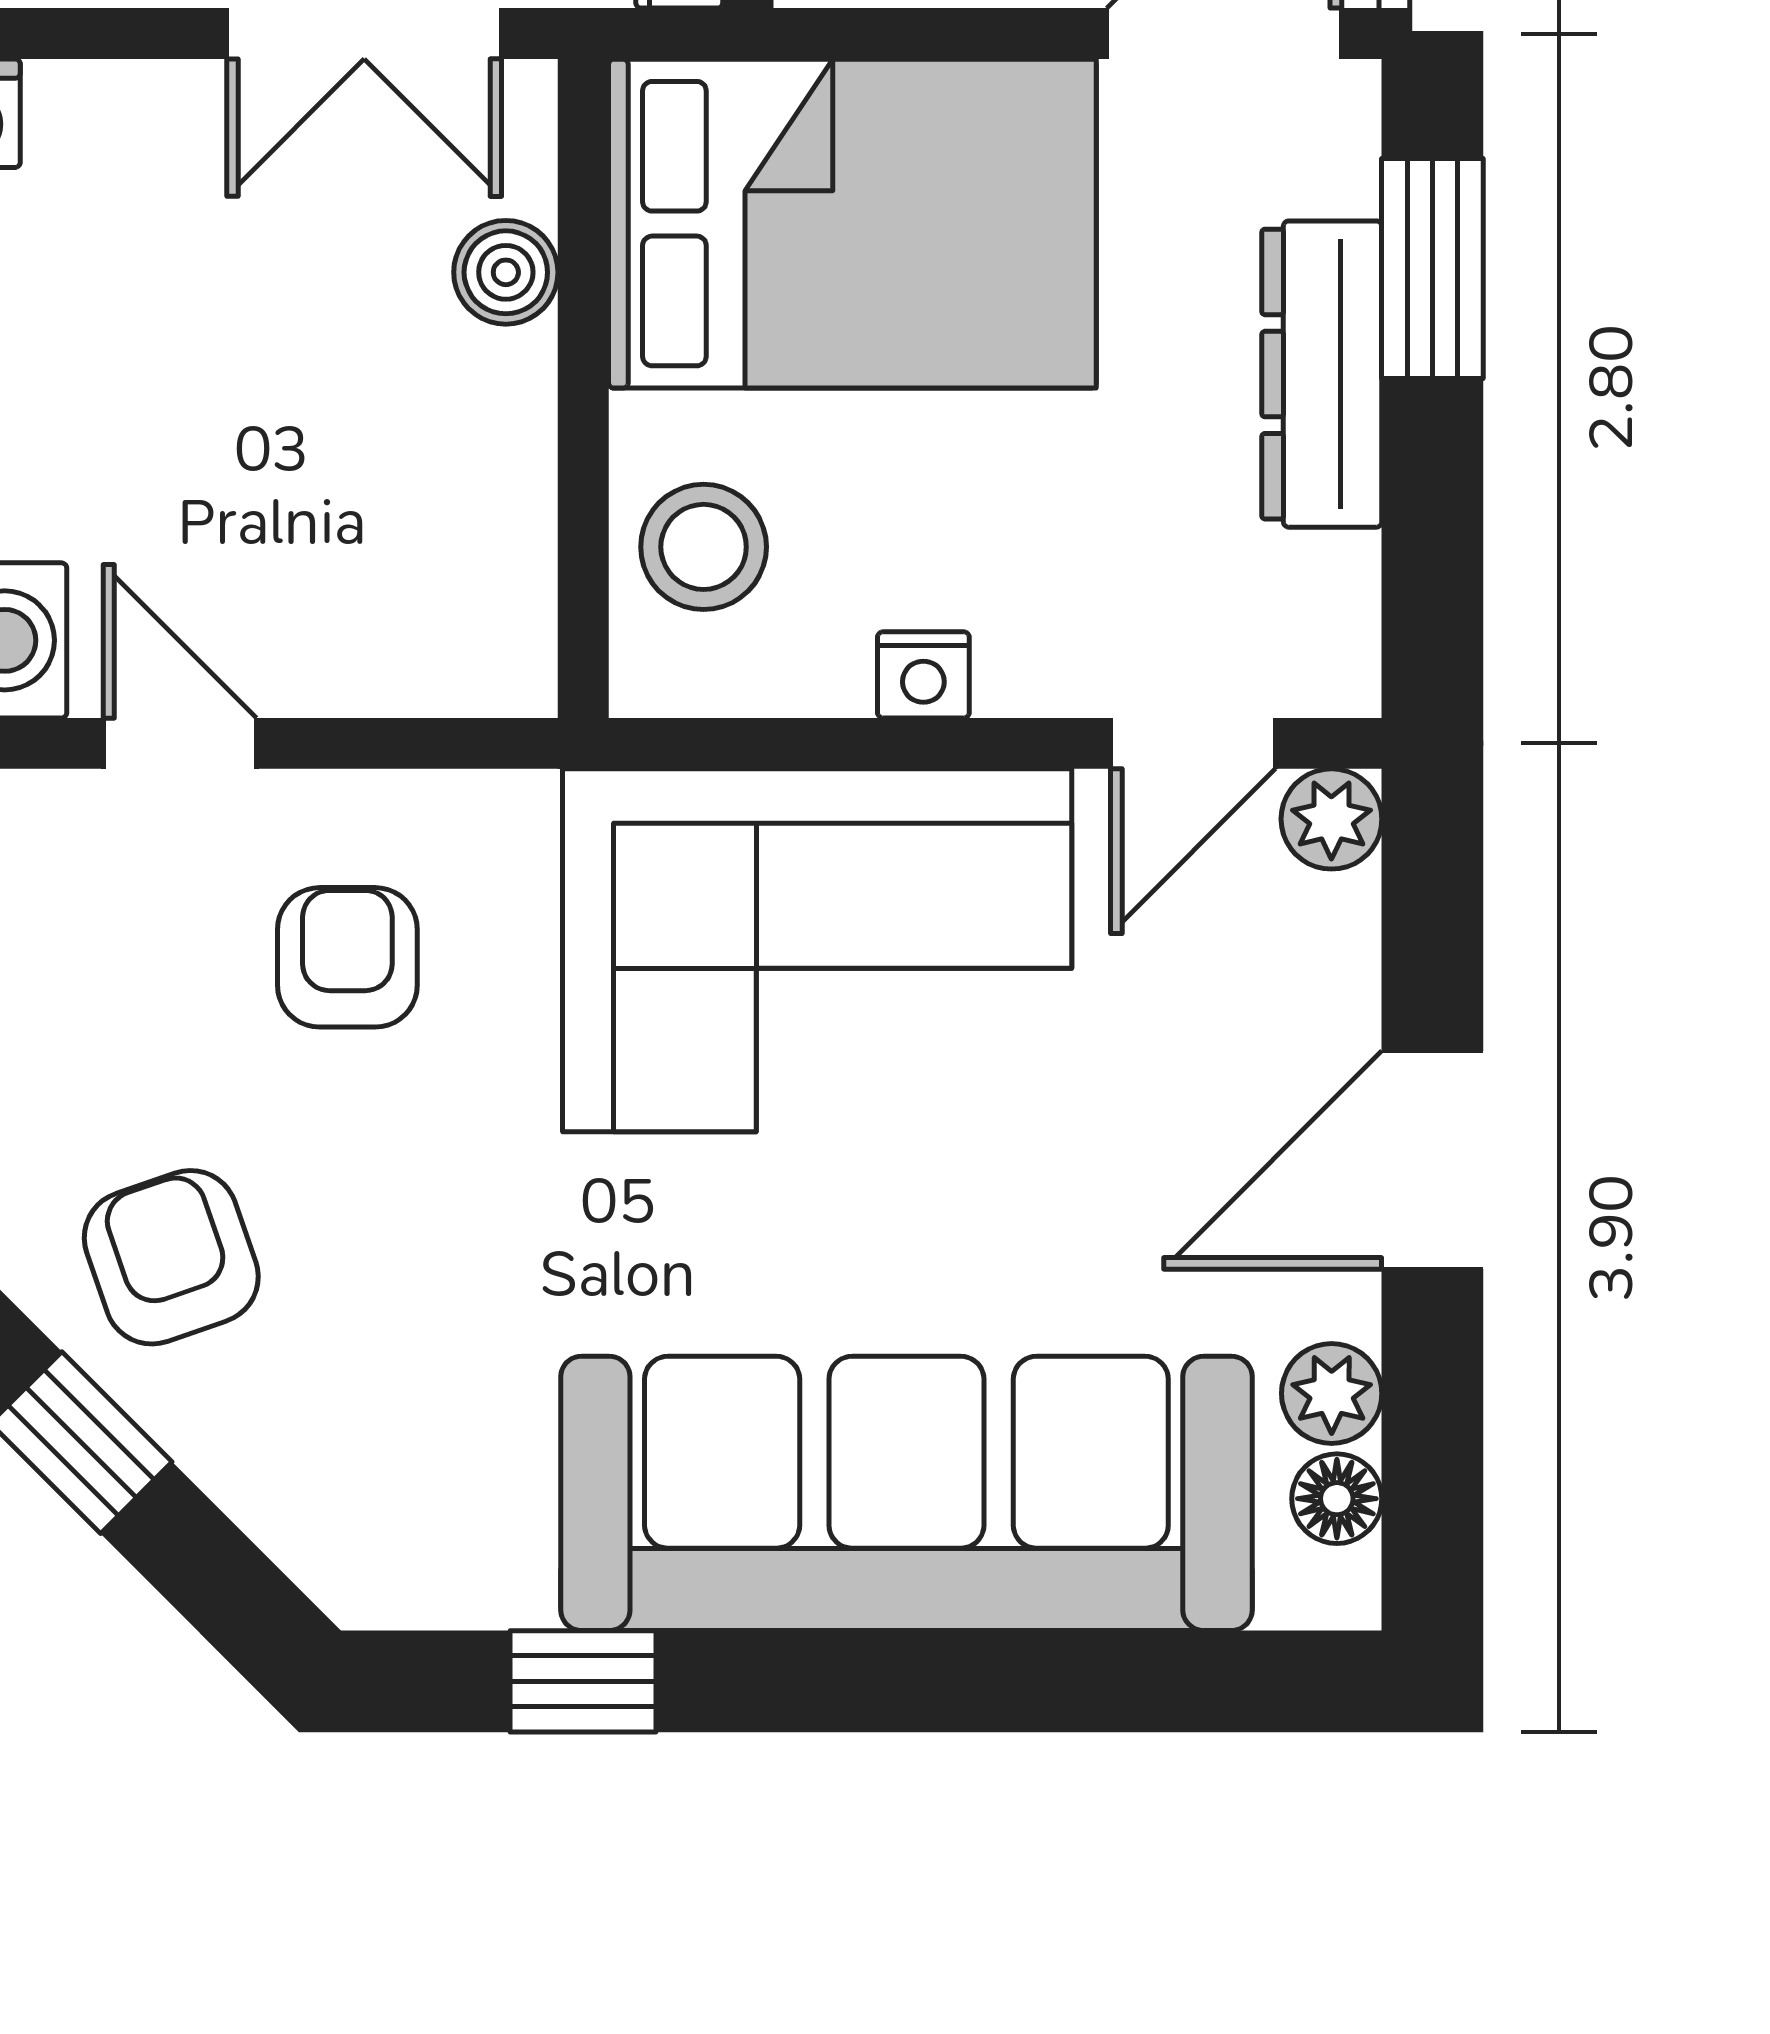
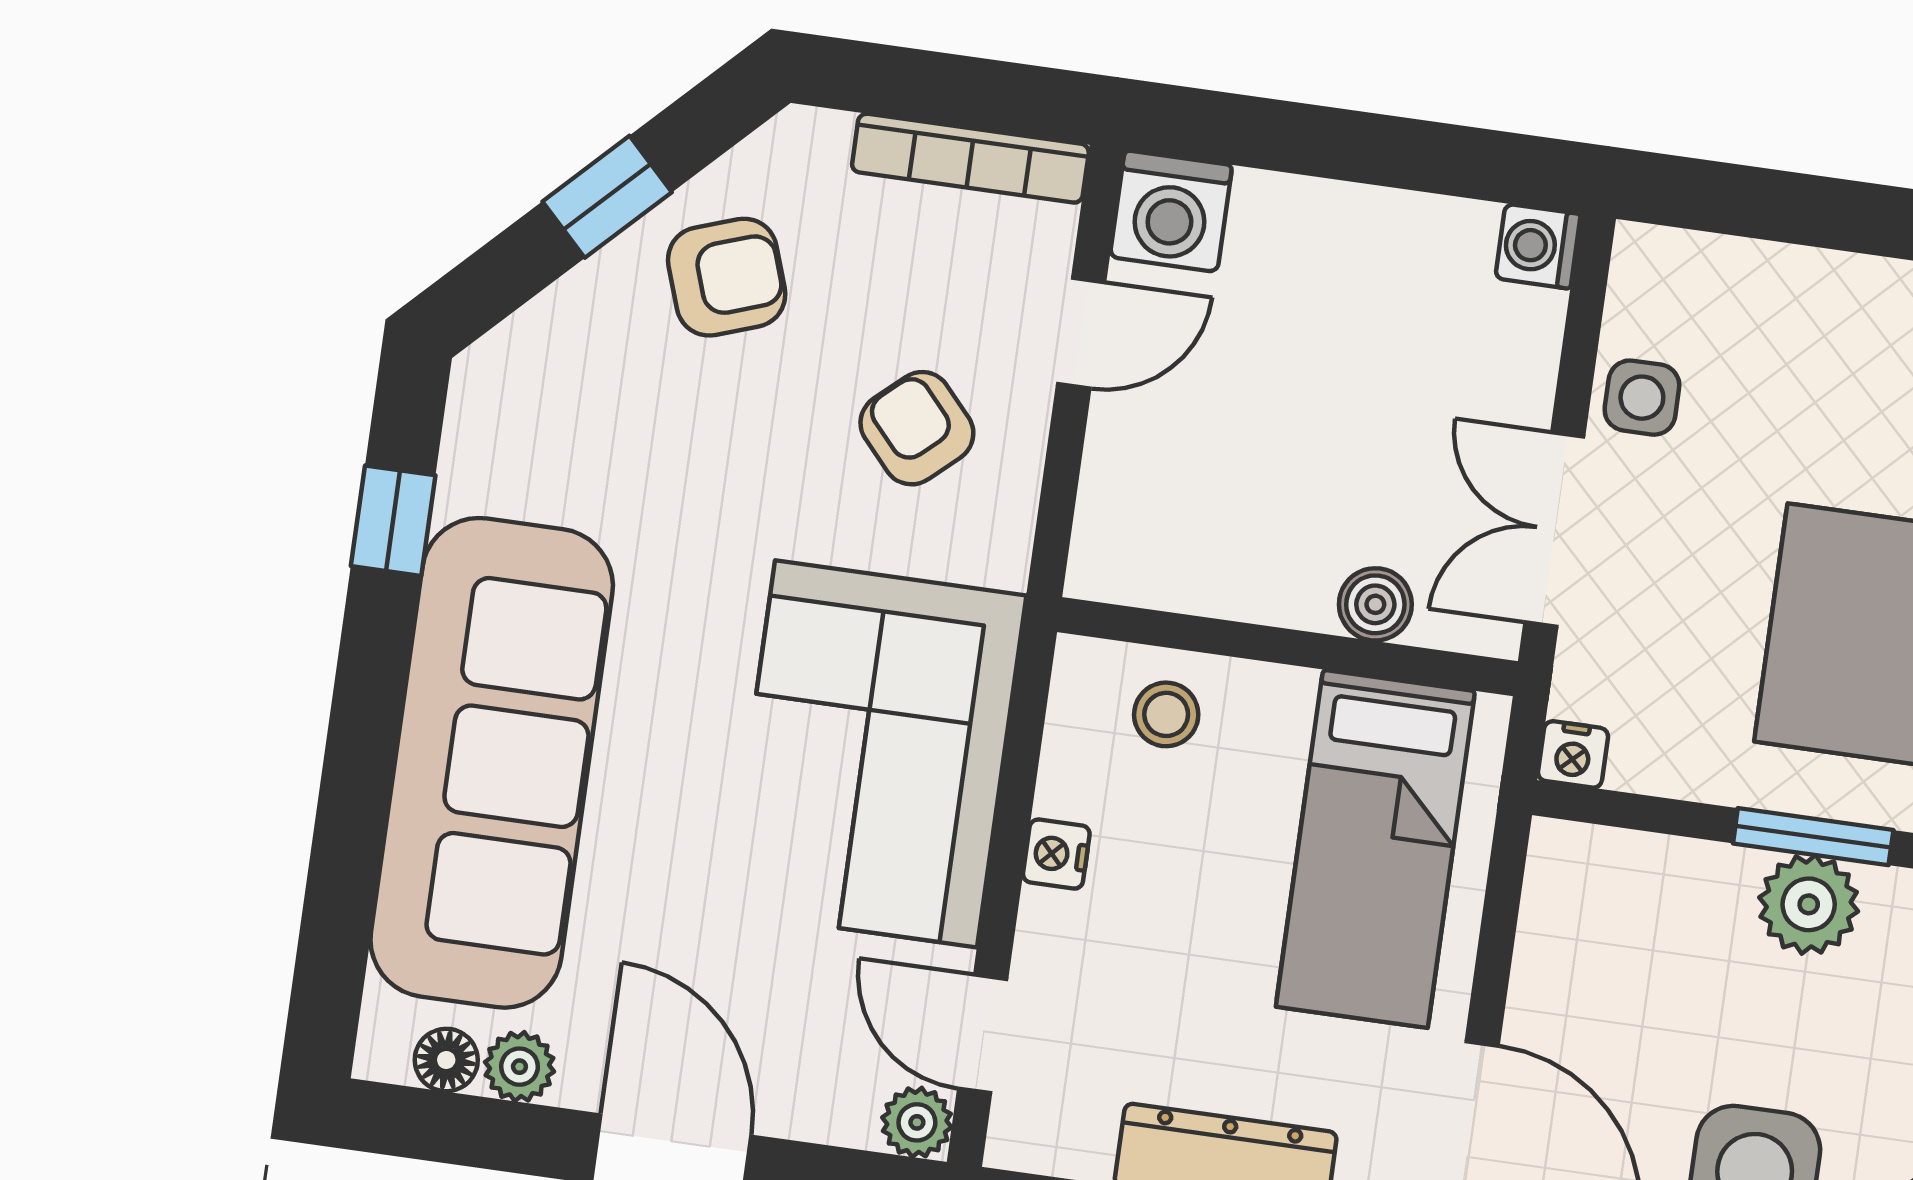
bed: (852, 224) -> (1375, 849), width x0.67
stool: (704, 547) -> (1166, 714), width x0.73, depth x0.73
armchair: (347, 957) -> (917, 428), turned -132

